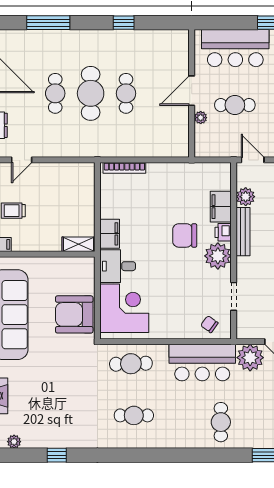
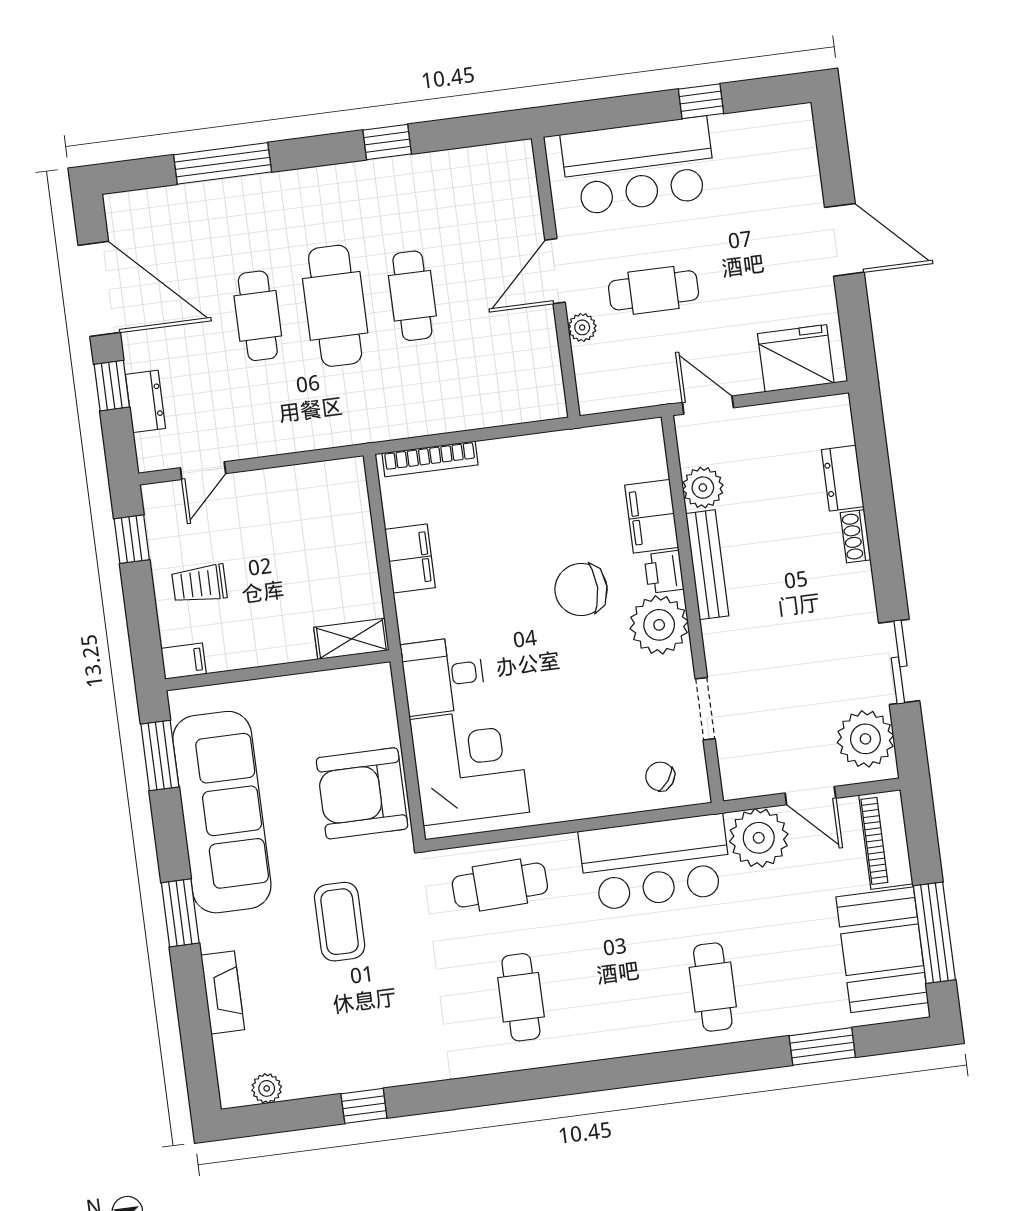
filing cabinet: (110, 234) -> (410, 559), moved
coffee table: (57, 371) -> (340, 922), added
cafe table: (134, 415) -> (521, 997), turned 90

